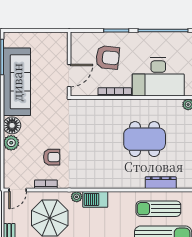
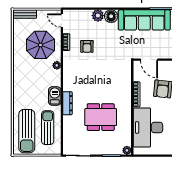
dining table: (145, 139) -> (101, 117), turned 90
dresser: (161, 183) -> (67, 103), moved
barbecue: (95, 199) -> (55, 96), moved

